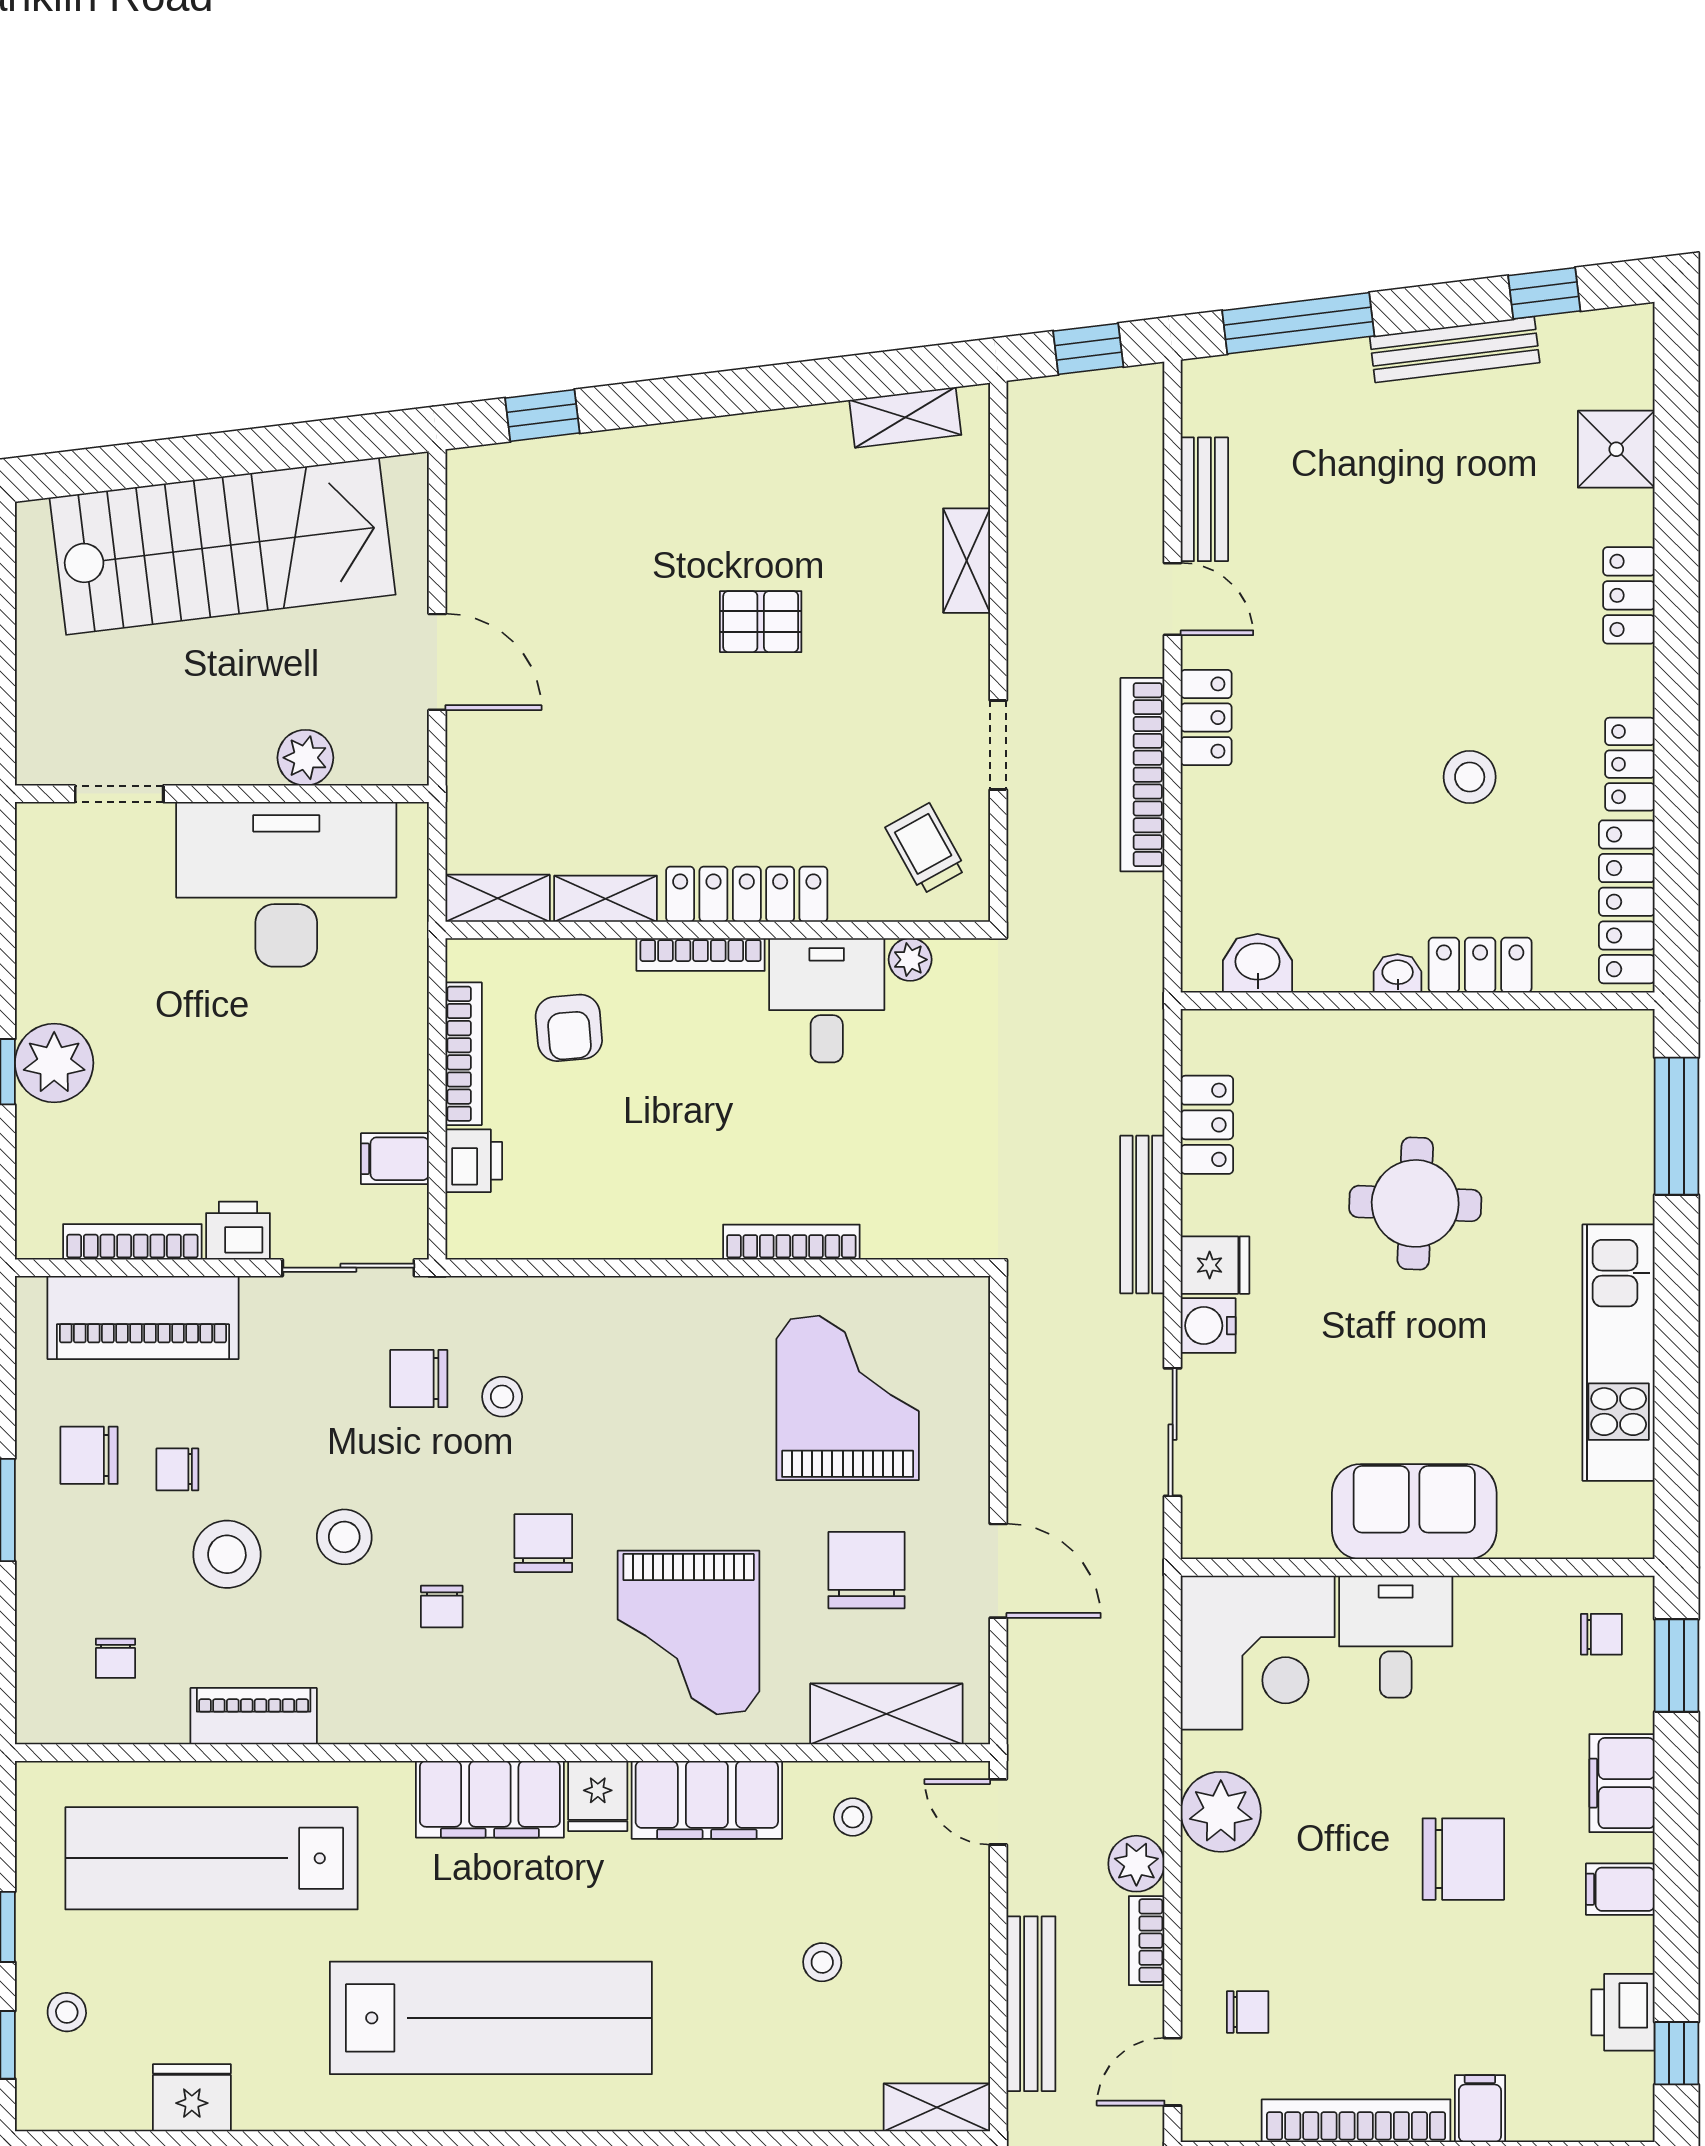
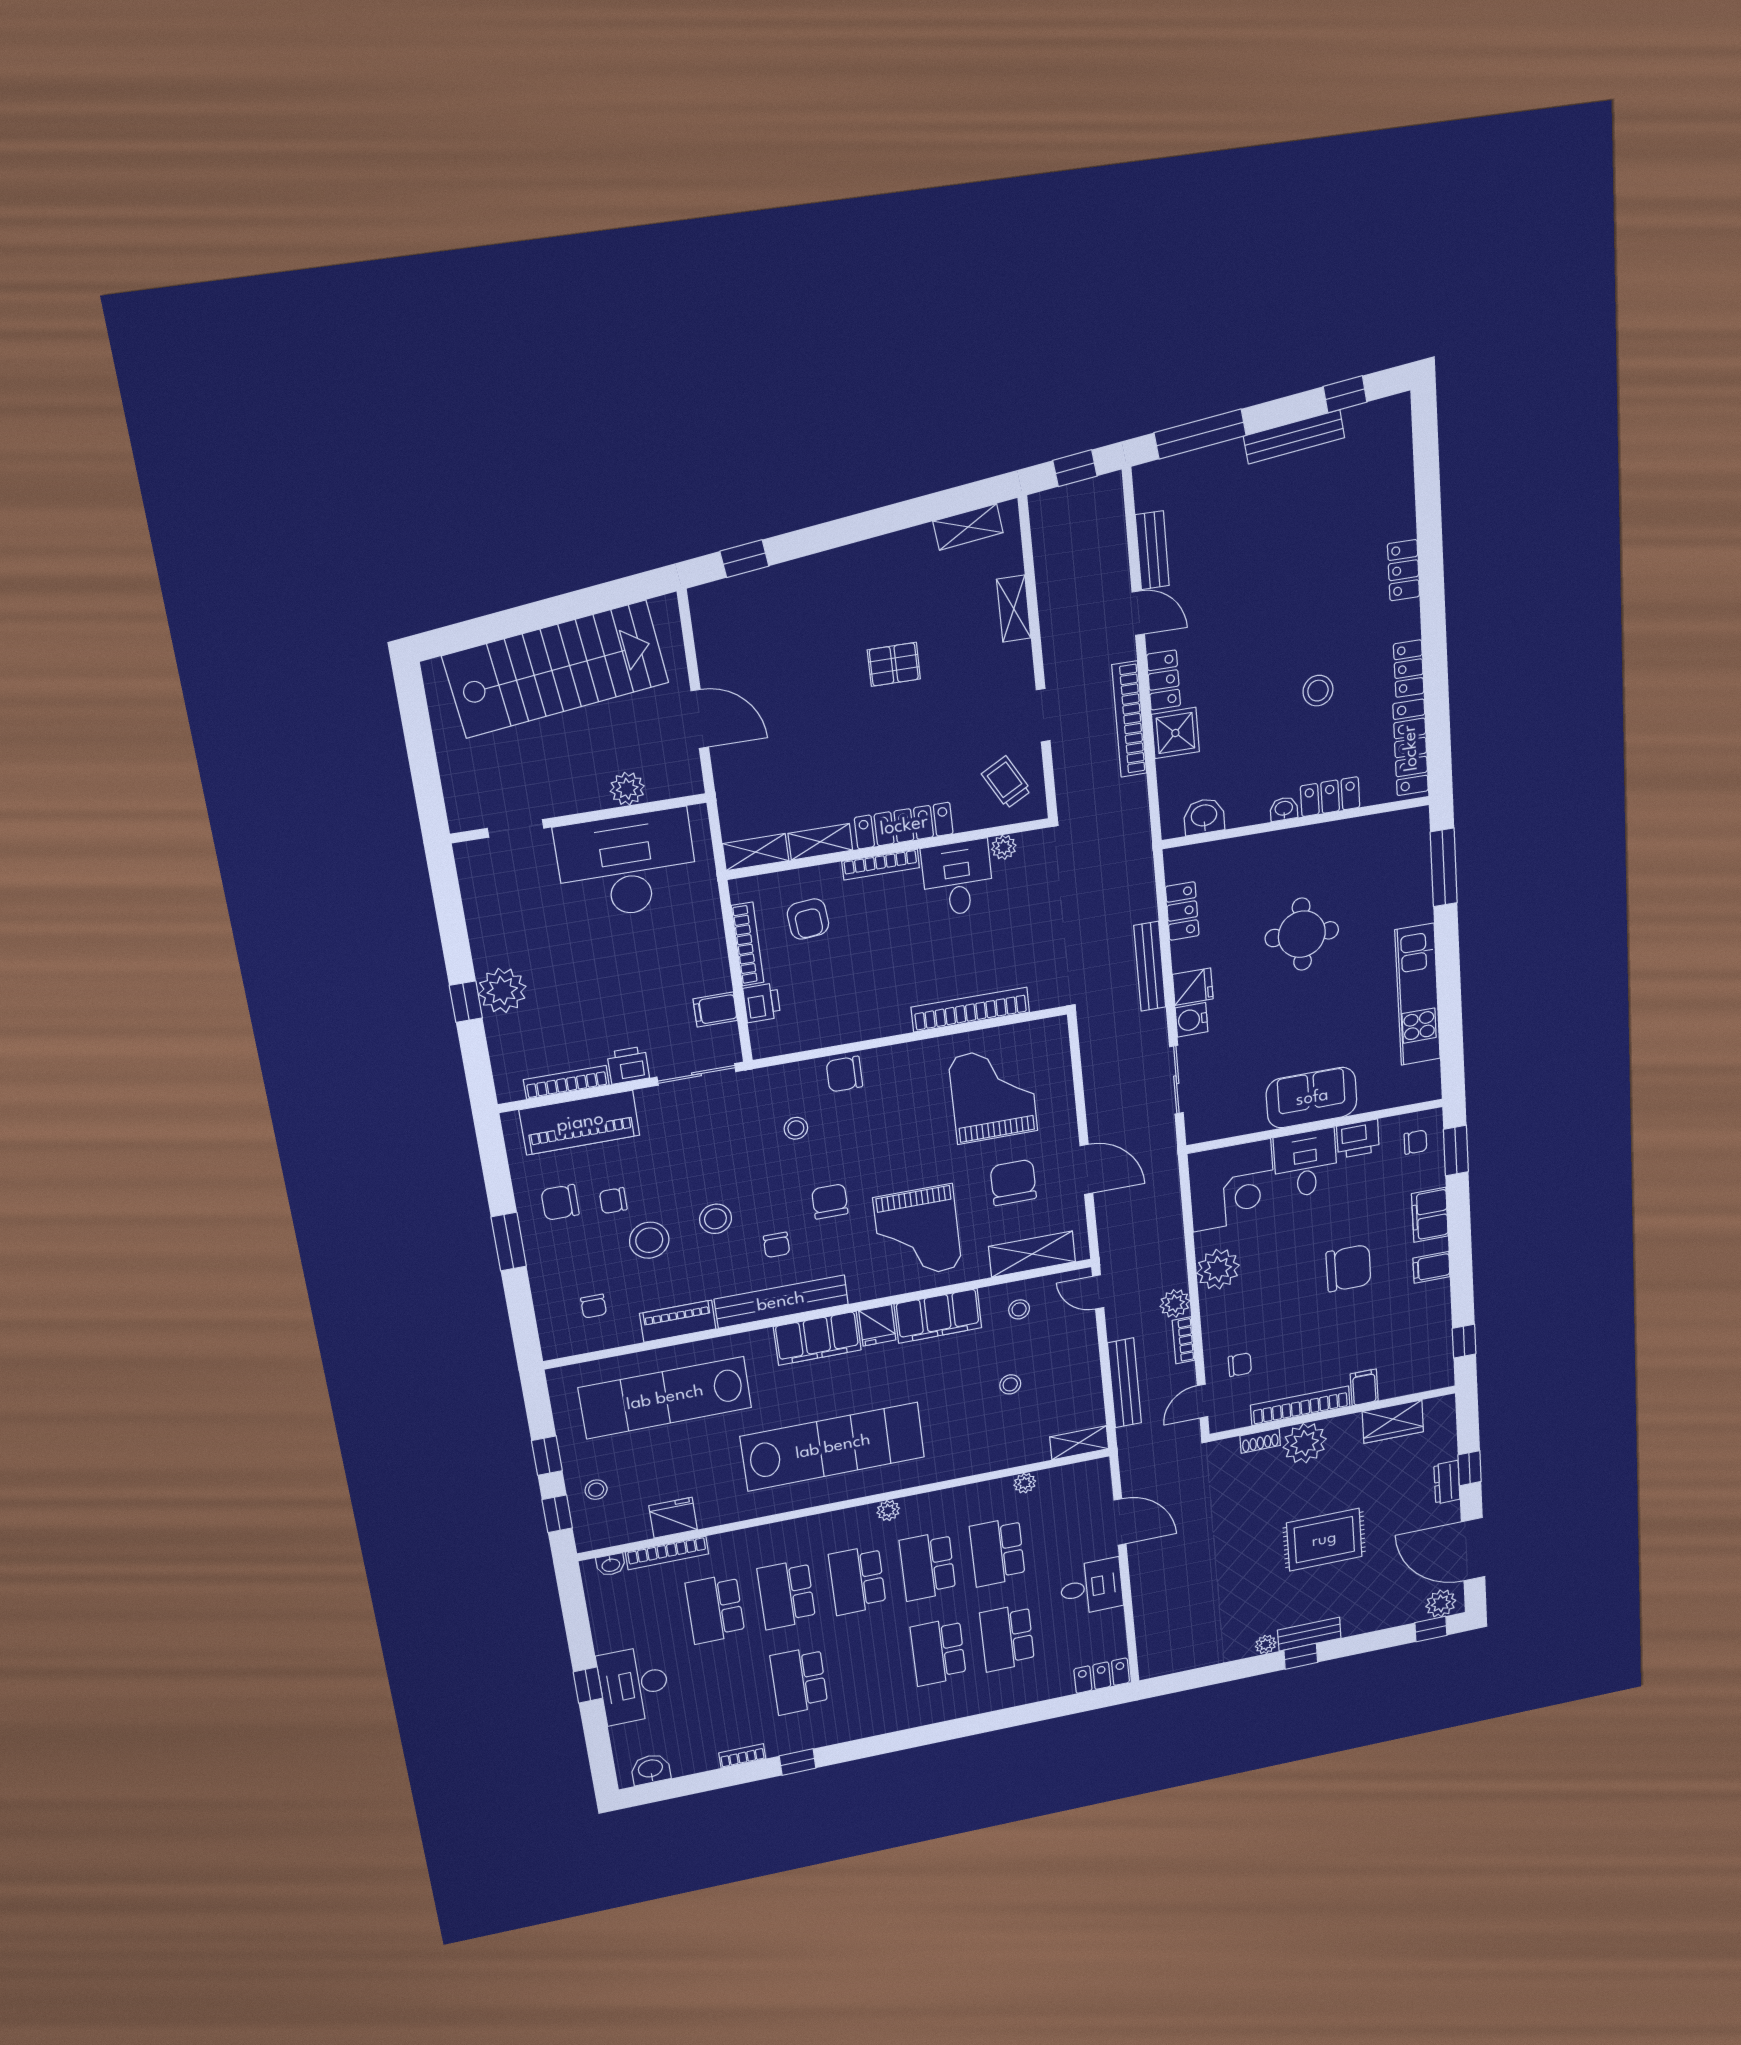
shower: (1616, 449) -> (1175, 733), moved
bookcase: (791, 1242) -> (970, 1010), width x1.48, depth x1.31
chair: (419, 1379) -> (844, 1074), moved
bench: (436, 1716) -> (781, 1302), added
printer: (1623, 2012) -> (1358, 1139), moved, turned -90

